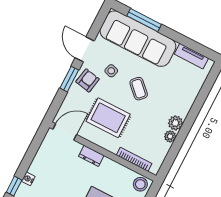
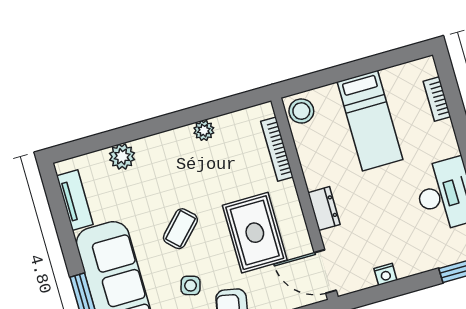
plant: (175, 123) -> (122, 157), moved
nightstand: (28, 179) -> (385, 274), moved

